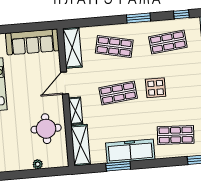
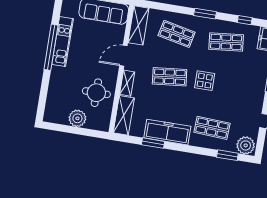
plant: (38, 164) -> (77, 118), width x1.87, depth x1.87

